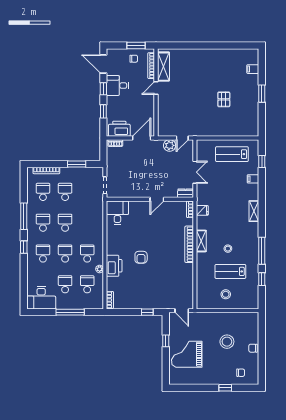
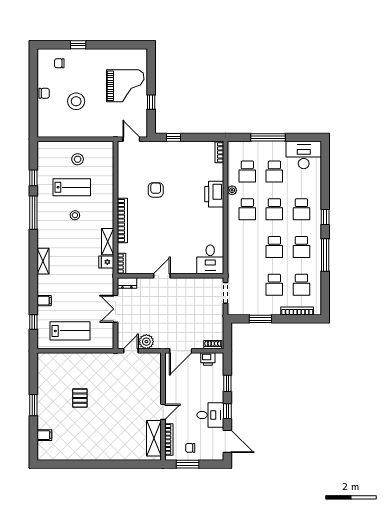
printer: (119, 129) -> (208, 359), width x0.53, depth x0.68
shelving: (201, 241) -> (108, 242), moved
armchair: (141, 257) -> (156, 190), moved

